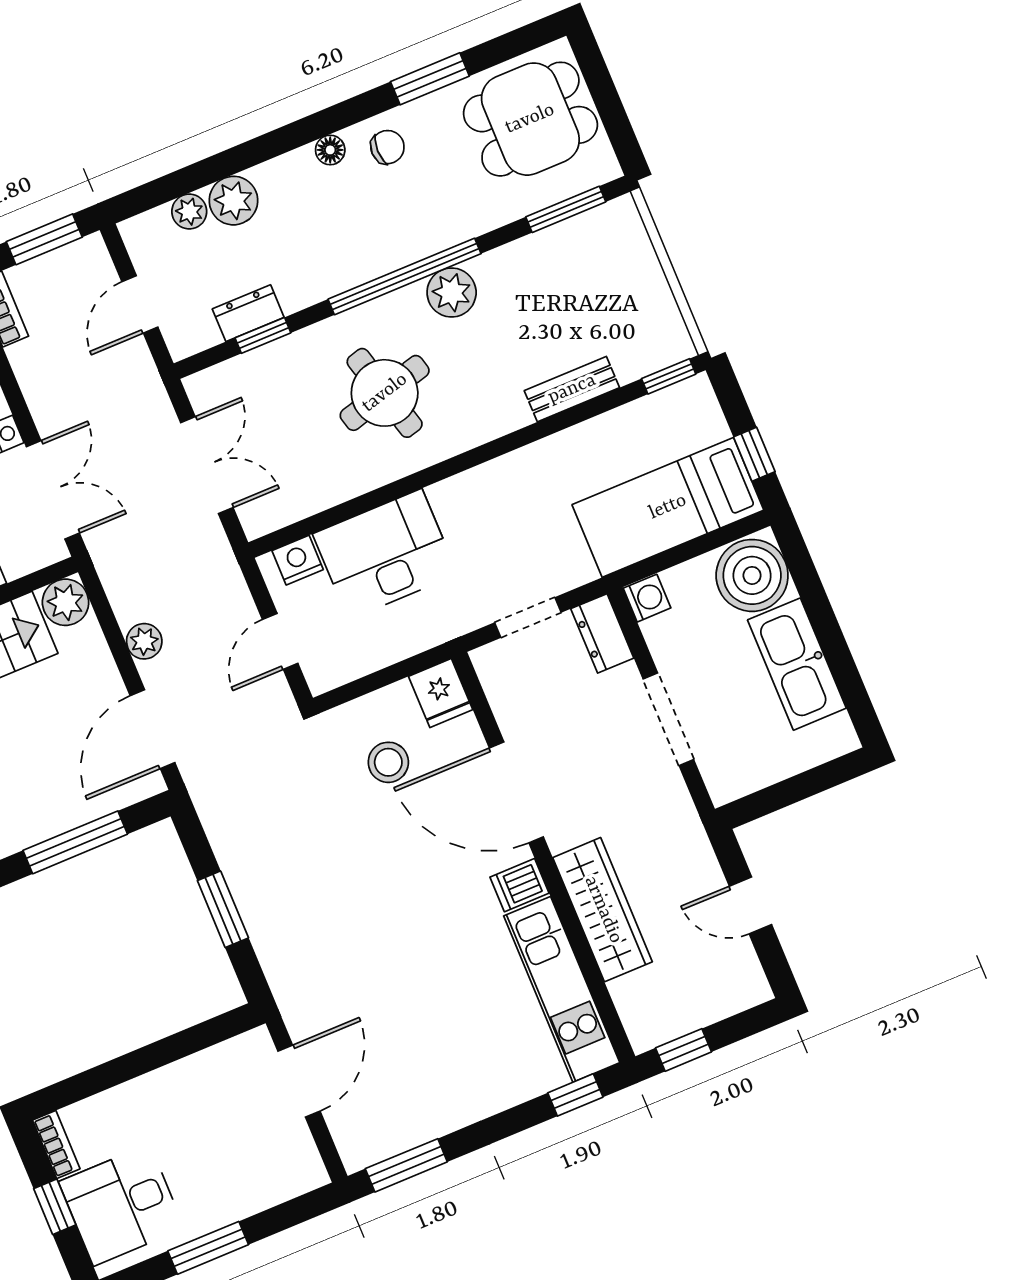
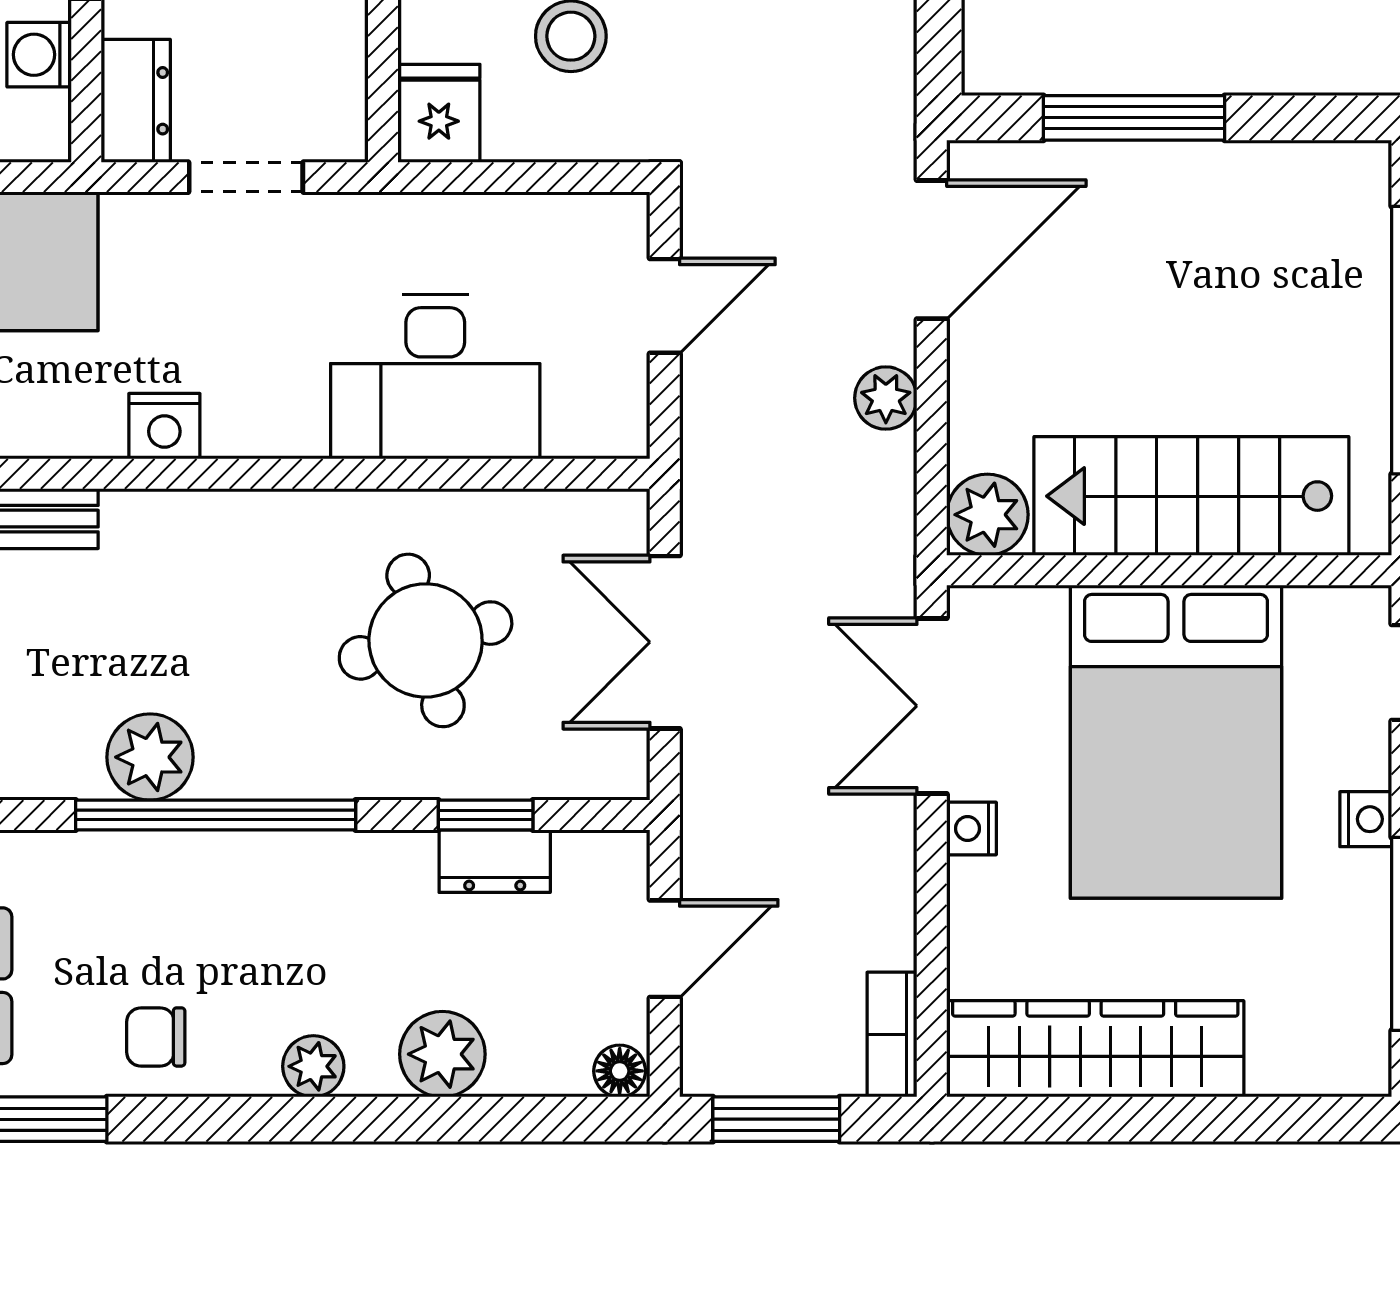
floor lamp: (330, 150) -> (620, 1071), moved
plant: (189, 212) -> (313, 1066), moved
round table: (385, 393) -> (426, 640), moved
nightstand: (298, 560) -> (164, 426), moved
washing machine: (647, 598) -> (39, 55), moved

